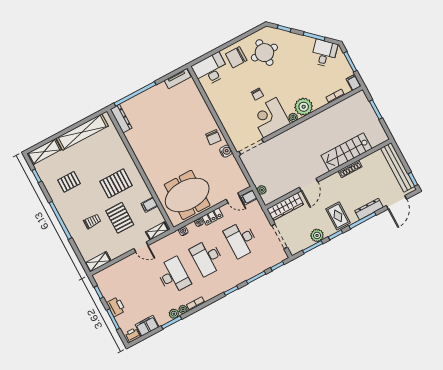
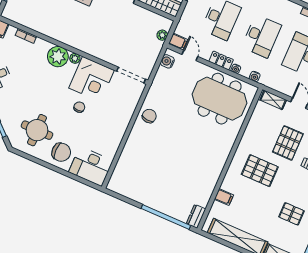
tv unit: (178, 79) -> (122, 190), removed
dresser: (121, 119) -> (196, 216), width x0.70
water cooler: (226, 151) -> (167, 61), moved
filing cabinet: (149, 205) -> (224, 197), moved

